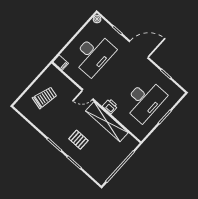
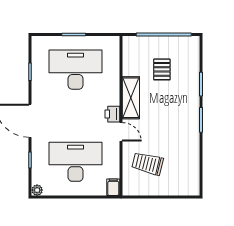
trolley: (45, 98) -> (148, 164), moved
printer: (110, 106) -> (112, 114), moved
shelving: (107, 122) -> (131, 98), width x0.68
pallet: (78, 140) -> (162, 69), moved

